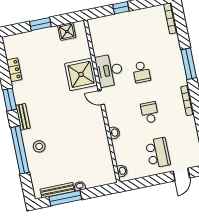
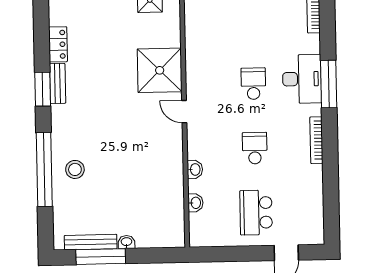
desk: (109, 70) -> (302, 79), moved, turned 180
school desk: (141, 72) -> (253, 84), turned 180
bench: (23, 117) -> (58, 83), moved
school desk: (158, 153) -> (256, 213), turned 180
washbasin: (122, 171) -> (195, 203), moved

